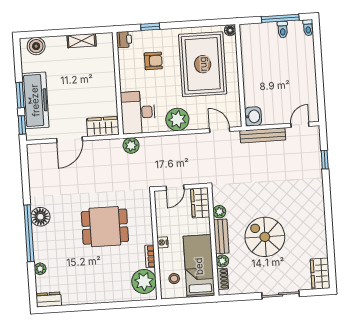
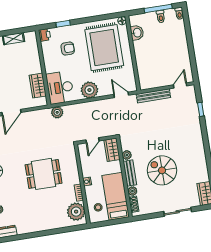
washbasin: (253, 116) -> (137, 33), moved
wardrobe: (103, 127) -> (38, 86), moved, turned -90

